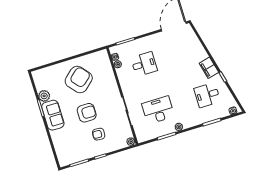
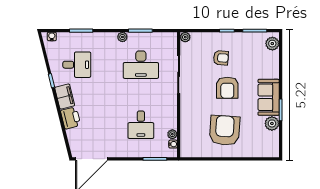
printer: (199, 53) -> (71, 118), added
desk: (144, 64) -> (141, 125), turned -90
armchair: (79, 80) -> (225, 130), turned 135
armchair: (87, 113) -> (227, 88), turned -90
plant: (63, 157) -> (272, 44), added

